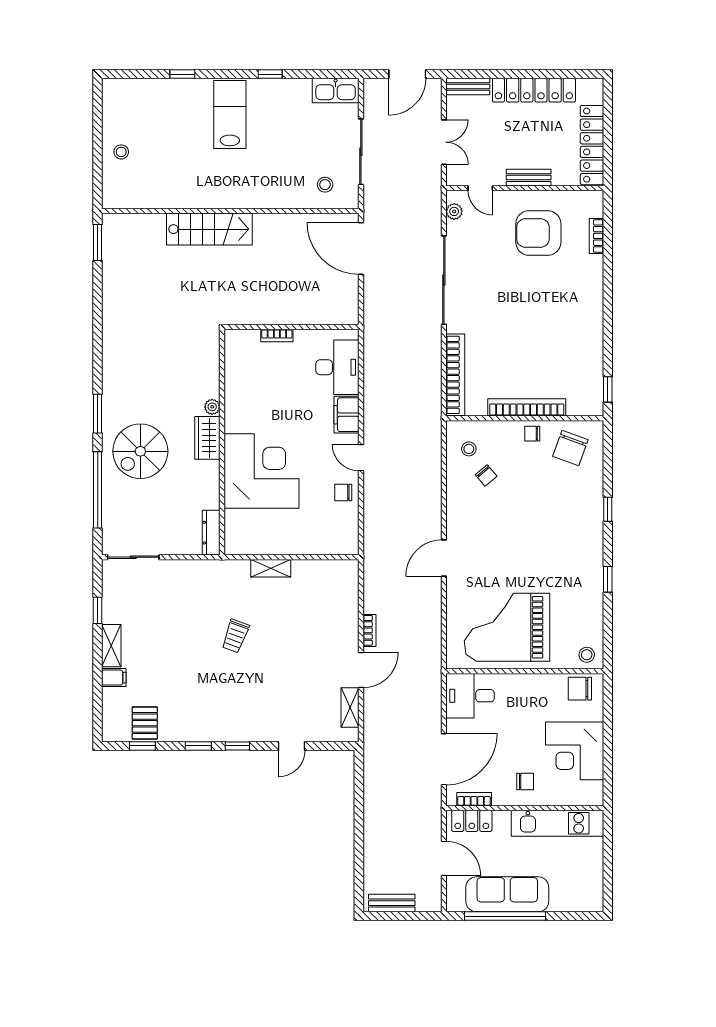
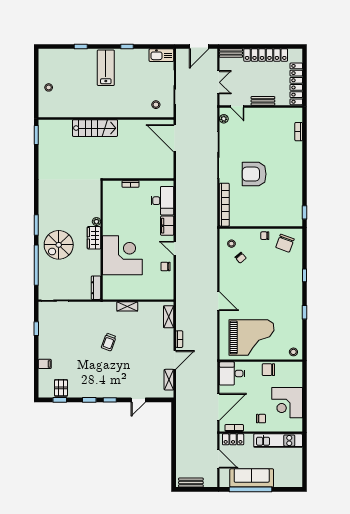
armchair: (538, 233) -> (254, 174), moved
bookcase: (527, 407) -> (262, 222), removed
door: (444, 558) -> (218, 301), swing flipped
grand piano: (507, 627) -> (252, 337), turned 180
shelving: (111, 646) -> (169, 317), moved
chair: (580, 689) -> (268, 370), moved

